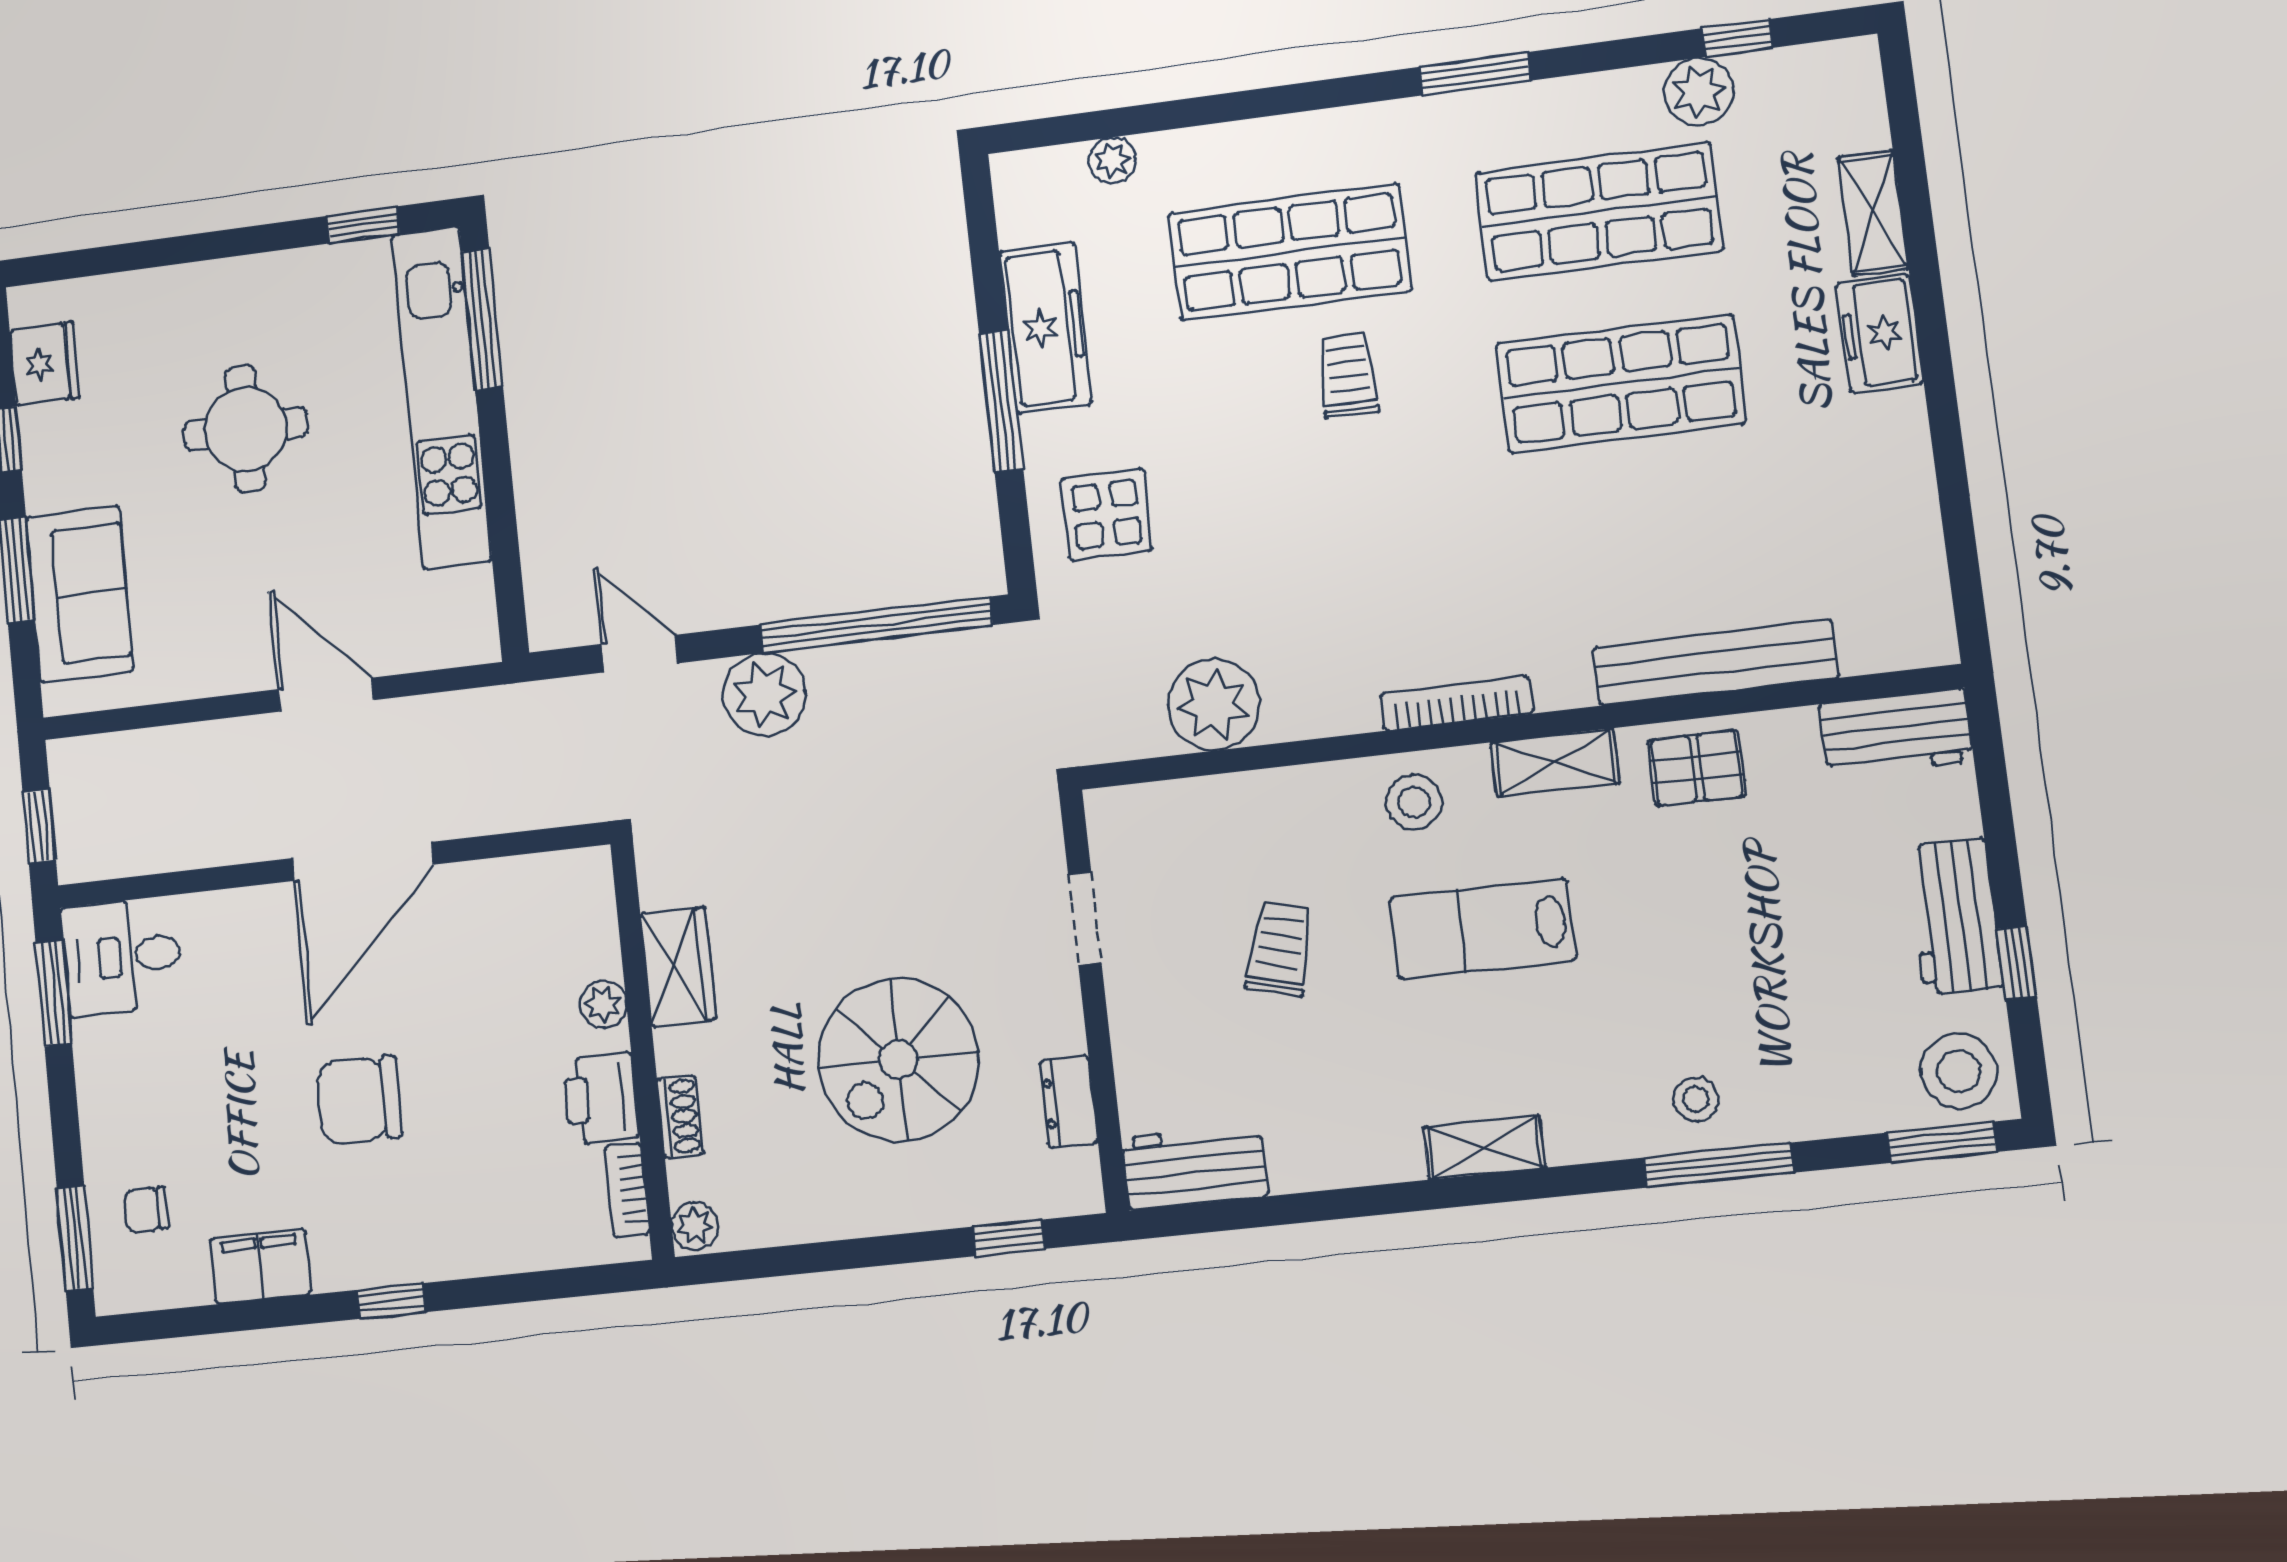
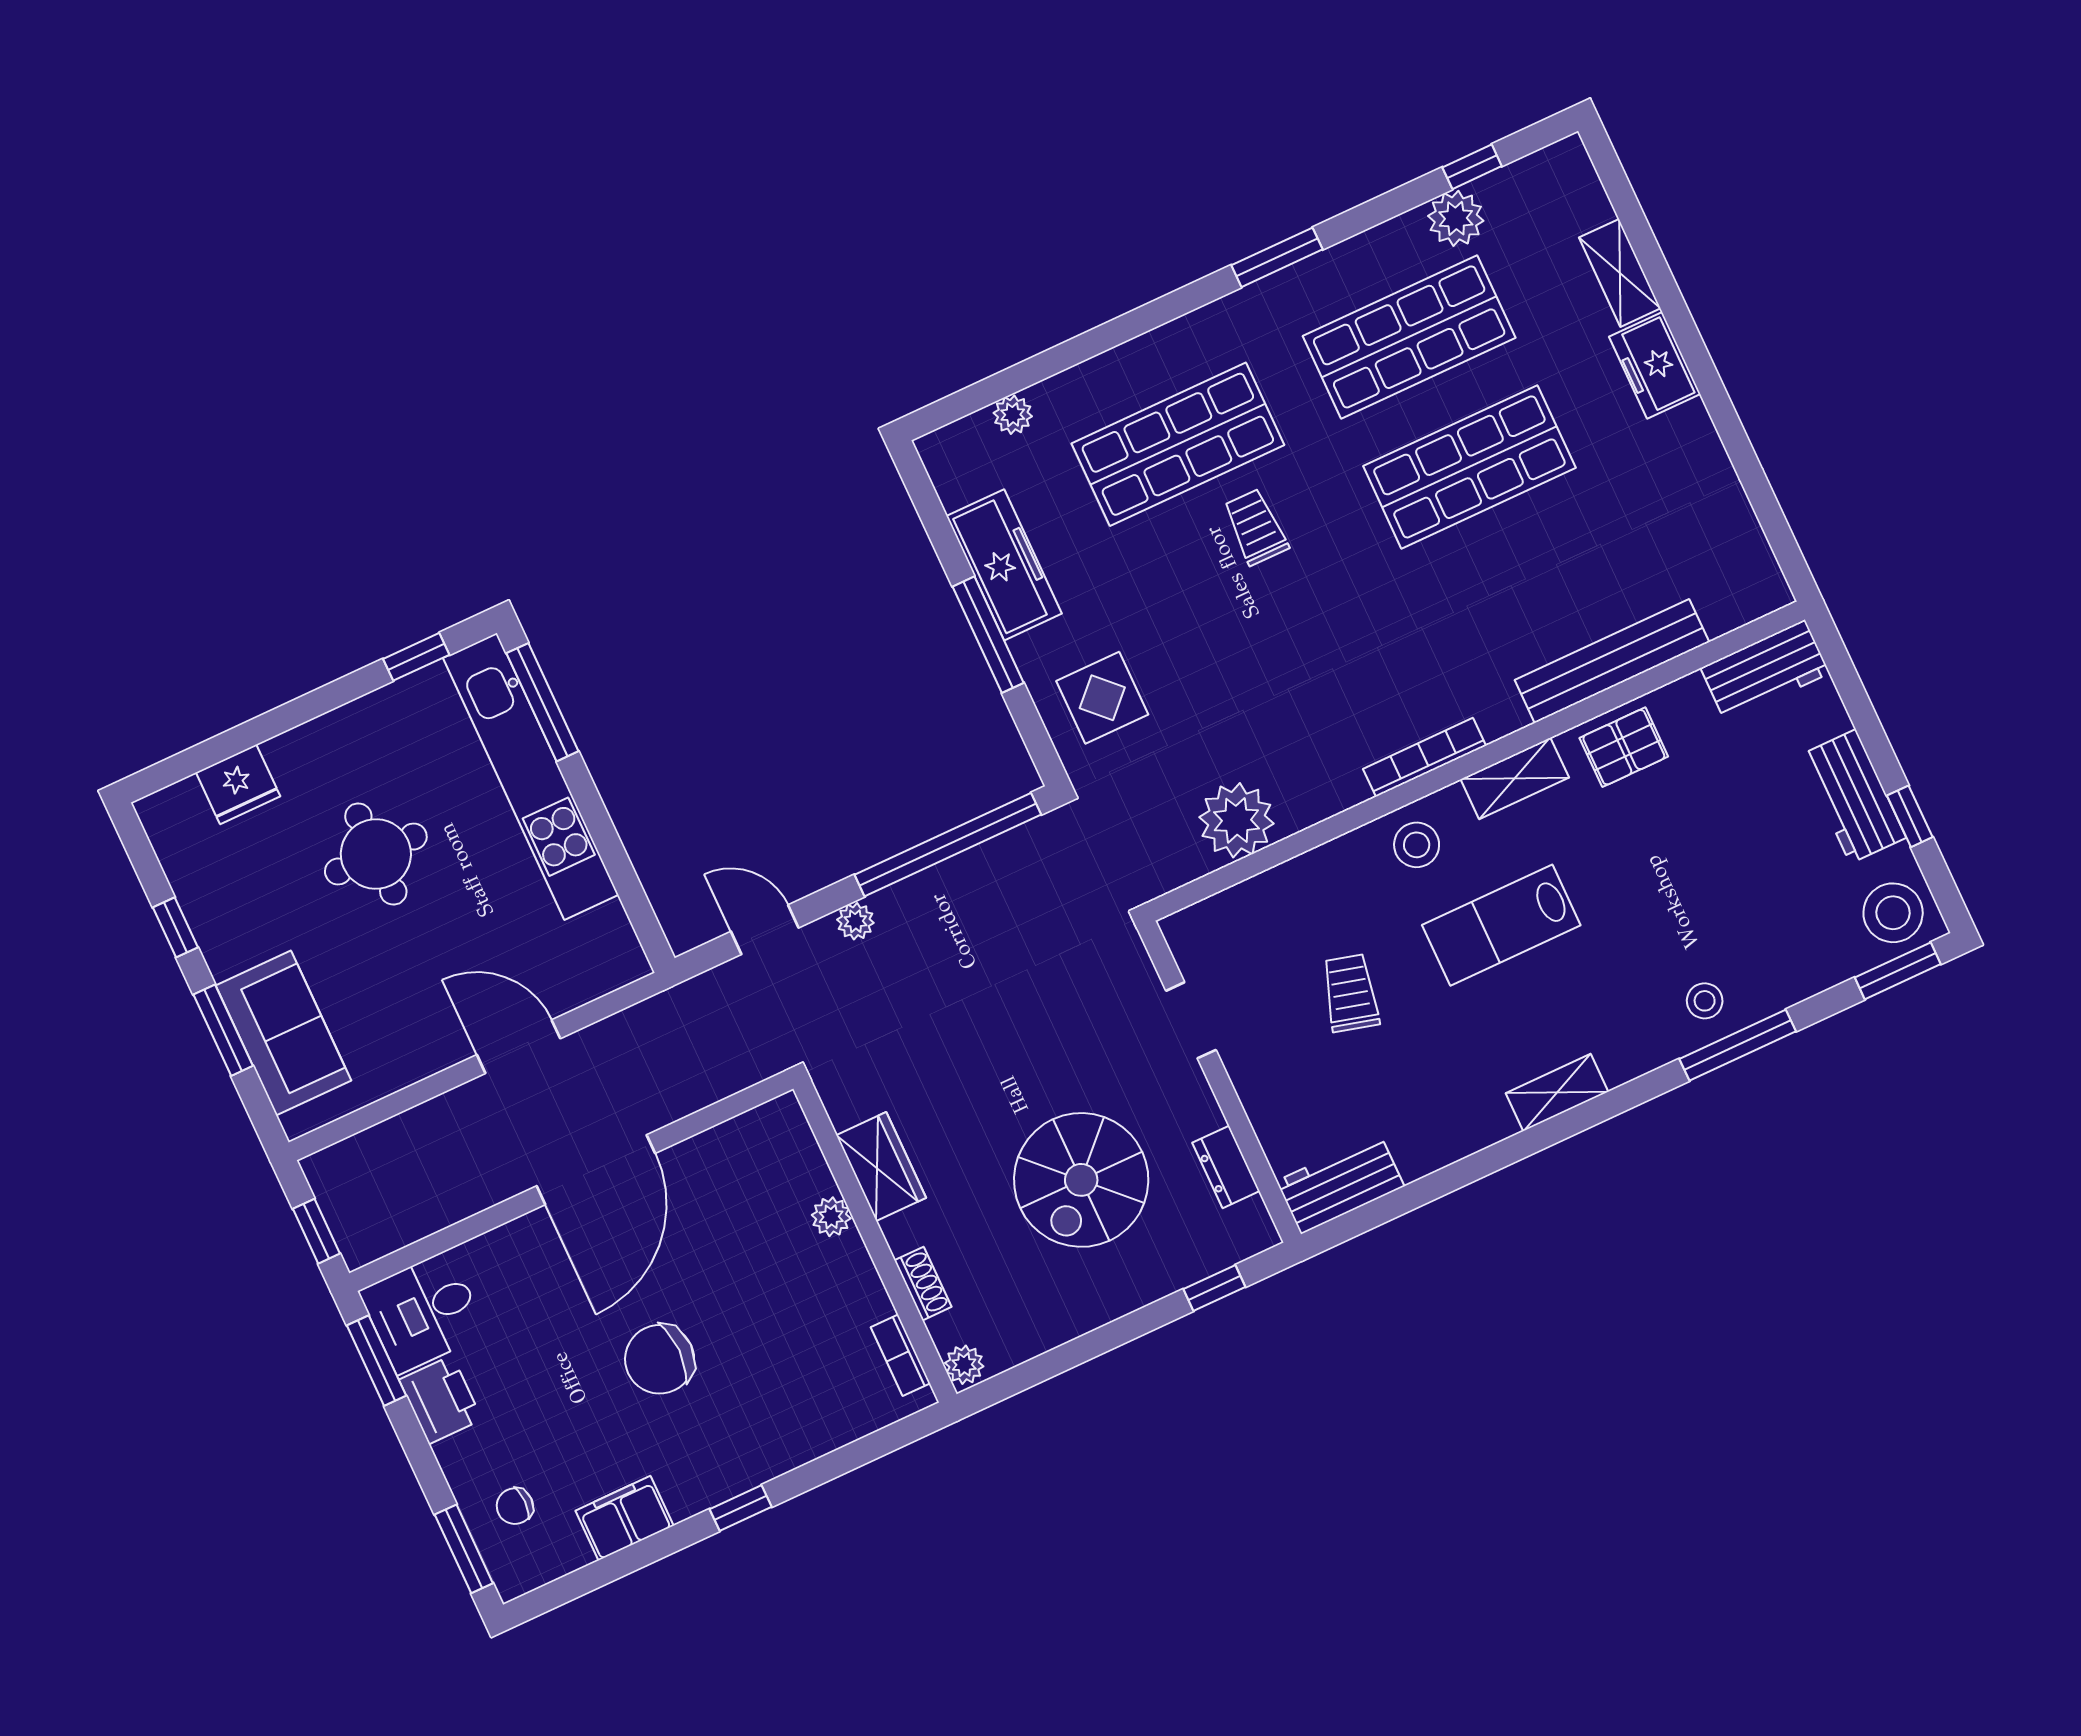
fridge: (45, 364) -> (238, 784), moved, turned 90
plant: (764, 695) -> (855, 921), width x0.53, depth x0.53
printer: (601, 1098) -> (440, 1400), moved, turned 180

